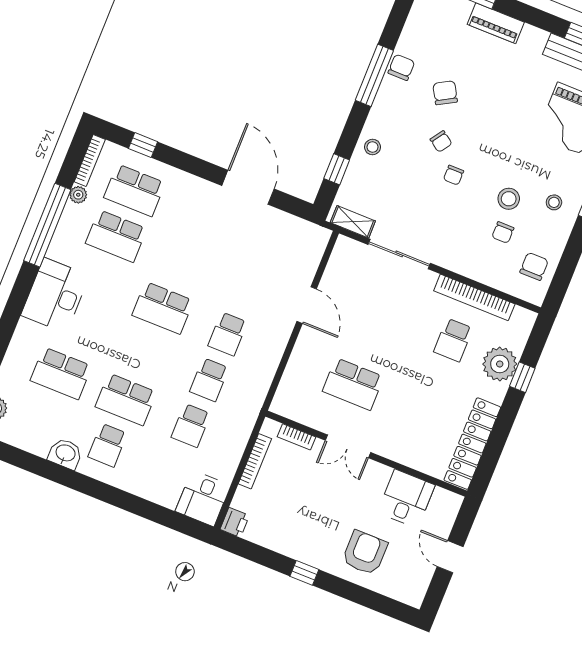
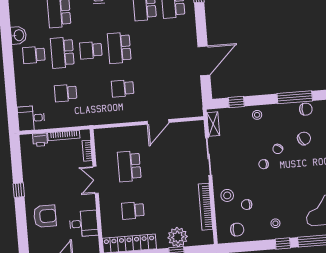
stool: (509, 199) -> (227, 195), moved
school desk: (453, 340) -> (133, 210), moved
school desk: (209, 380) -> (91, 50), moved
printer: (235, 522) -> (40, 140), moved

